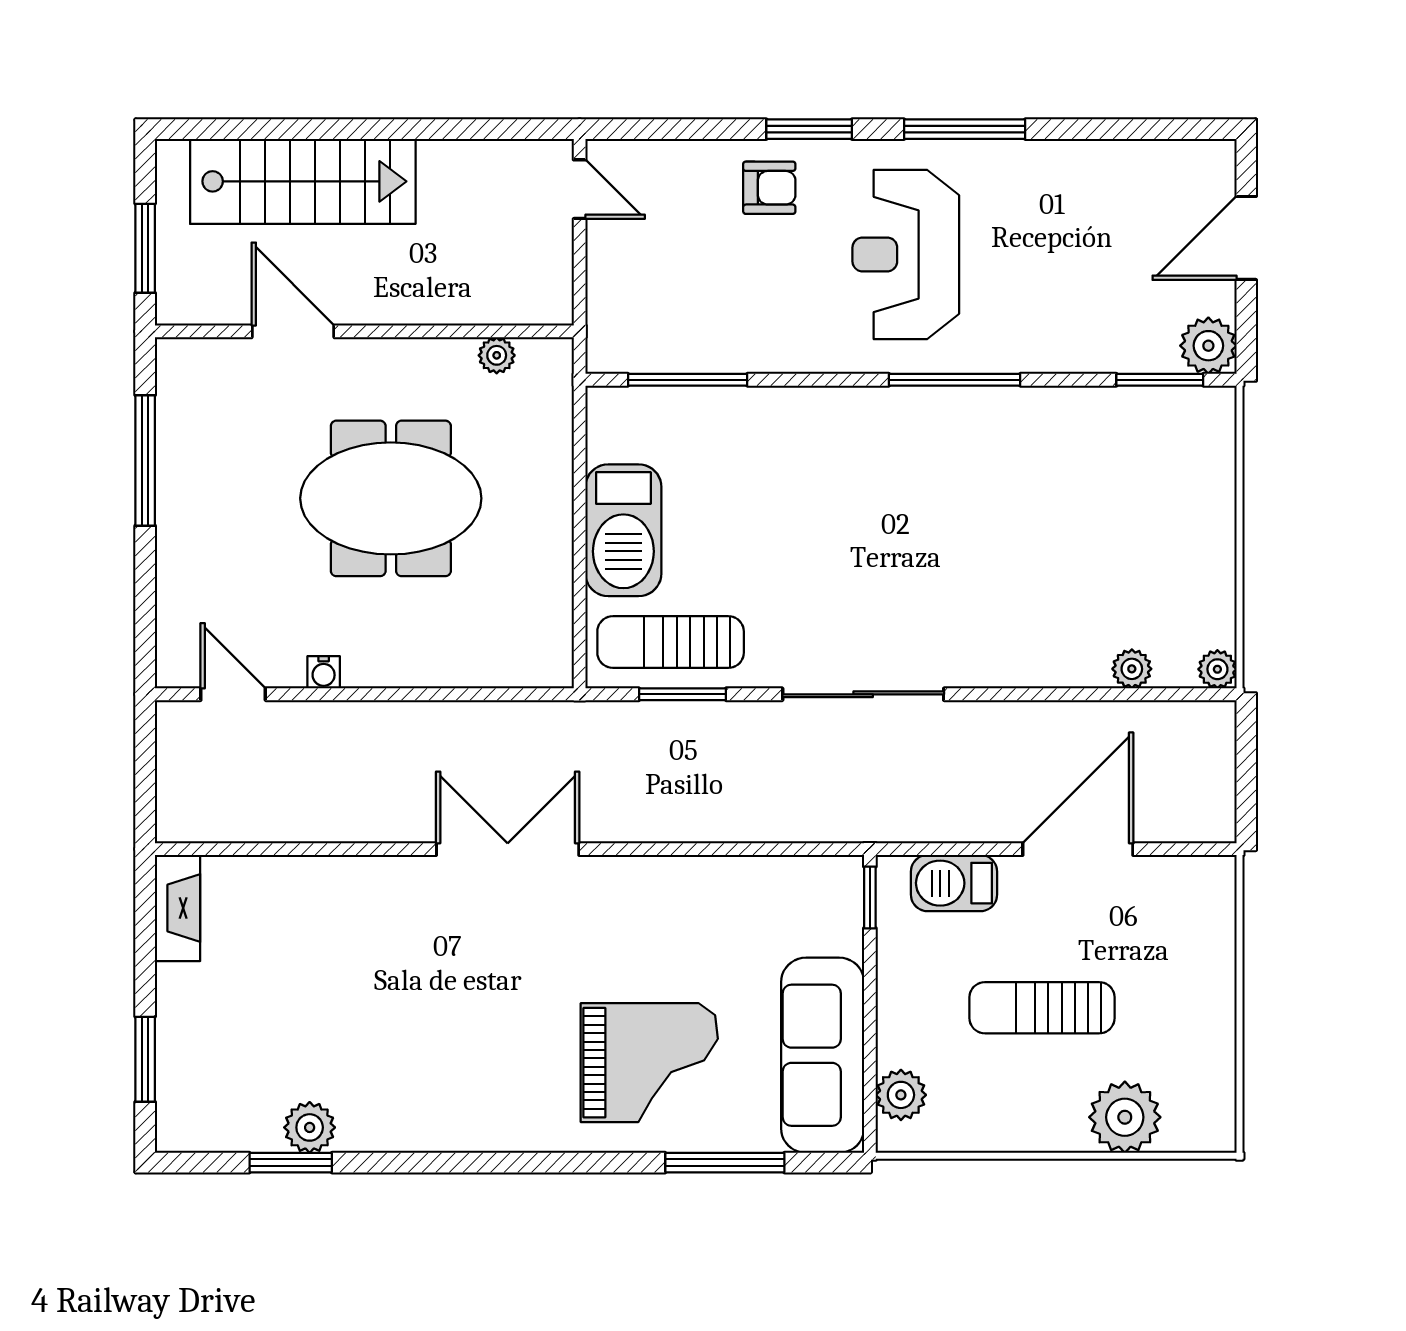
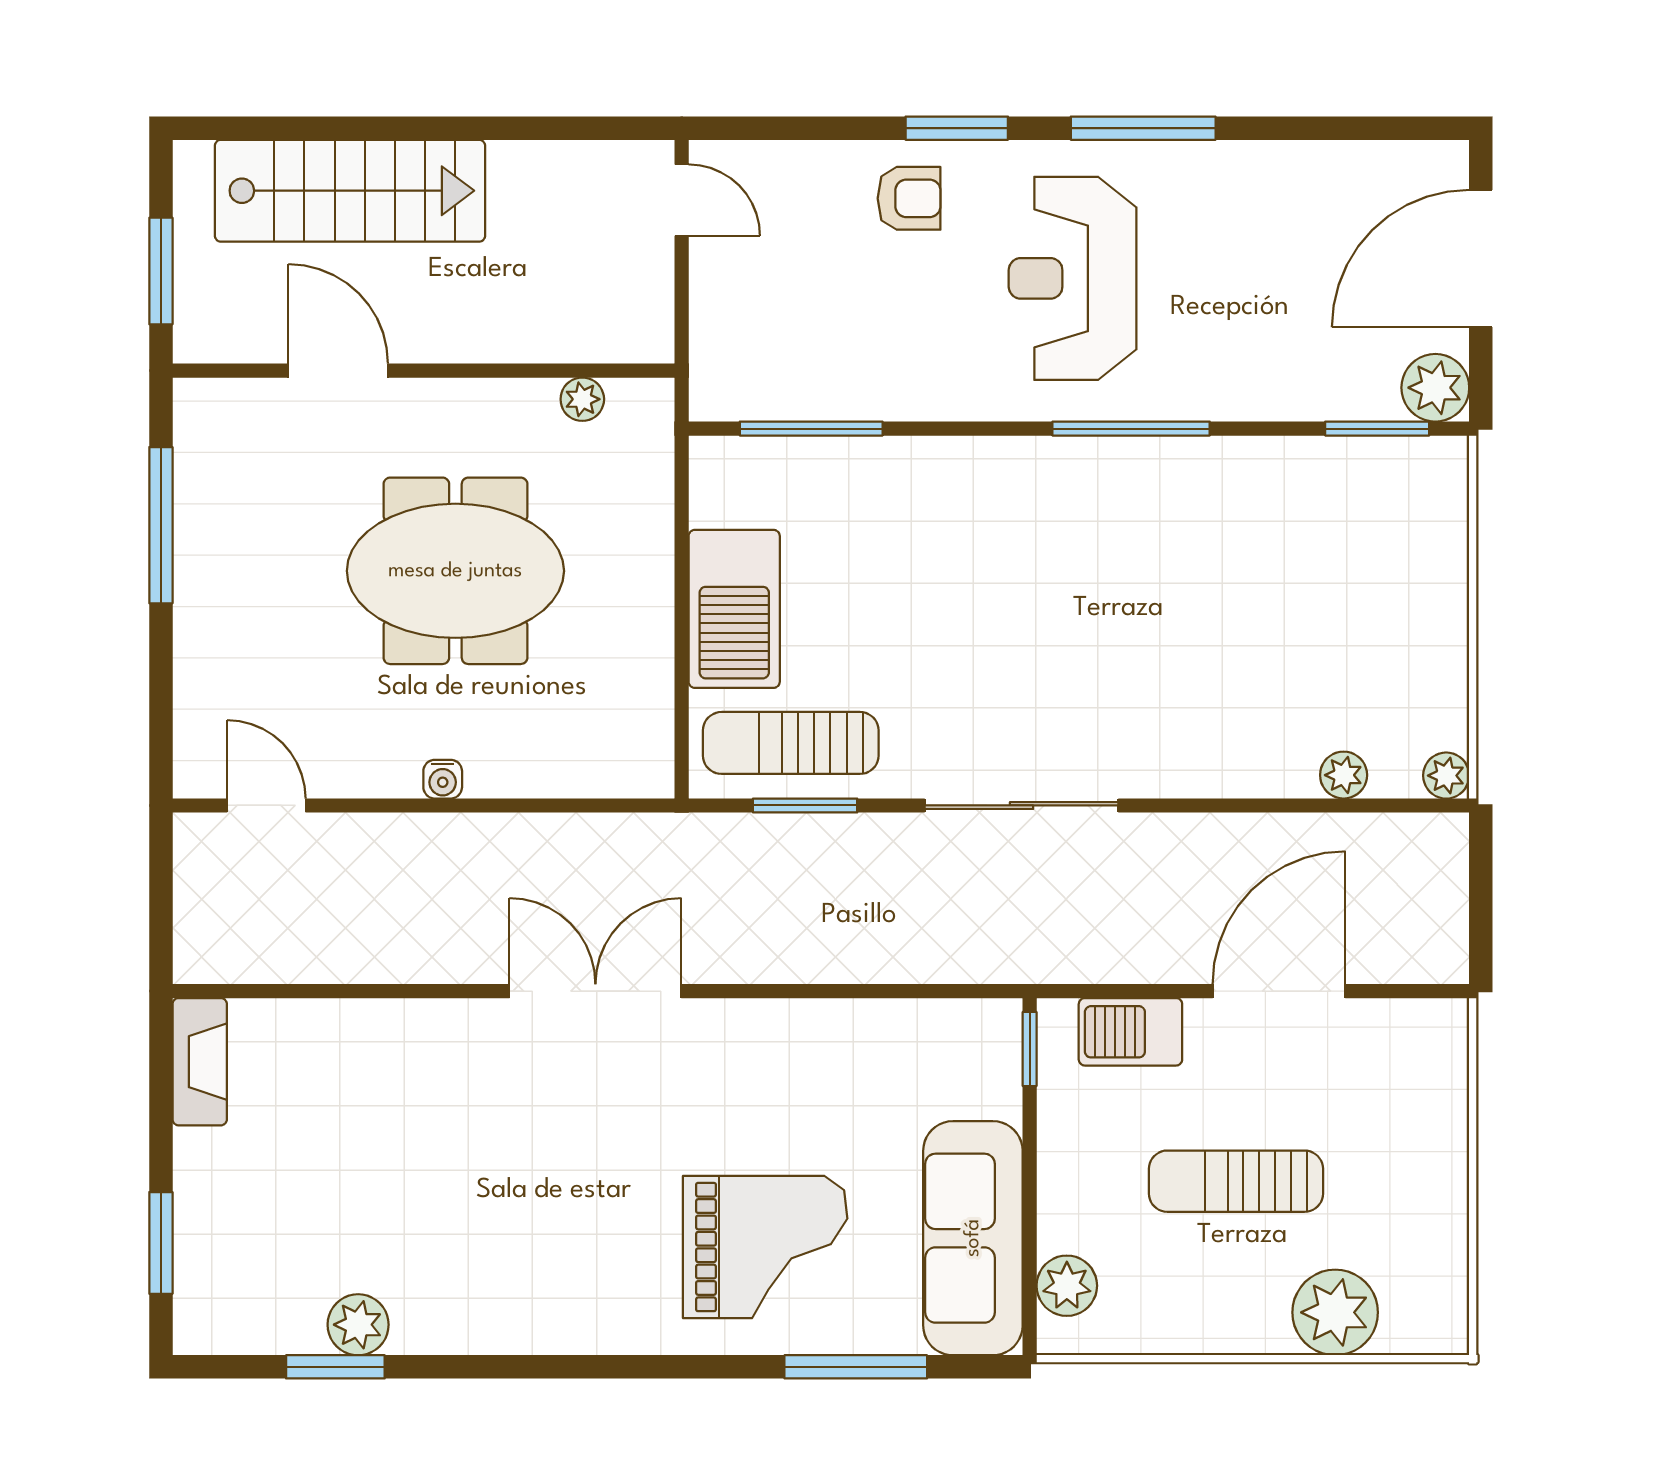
door: (1246, 238) -> (1481, 259), width x1.36
water cooler: (324, 672) -> (443, 779), moved

